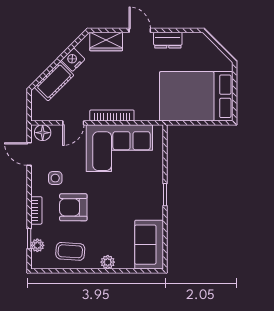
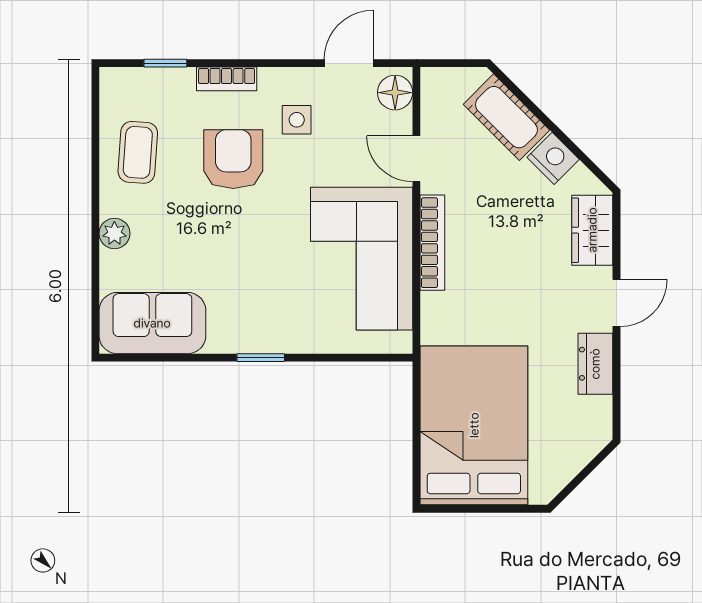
plant: (37, 245) -> (151, 81), removed

